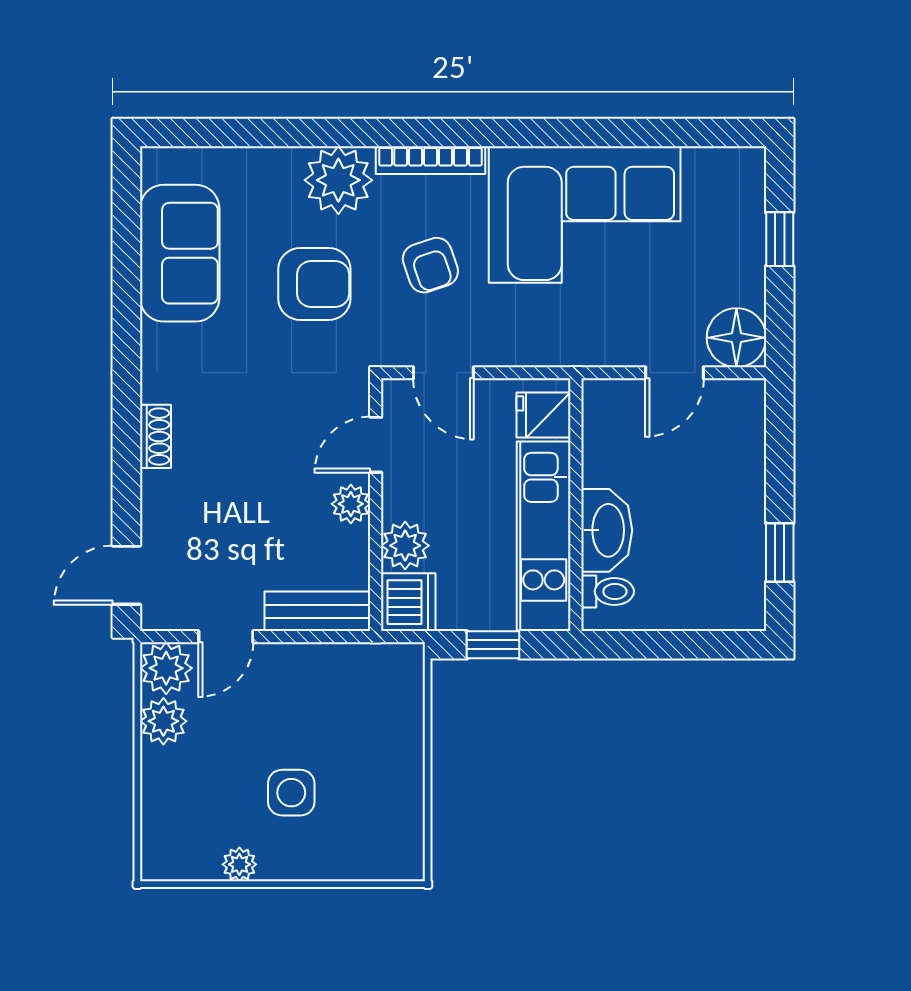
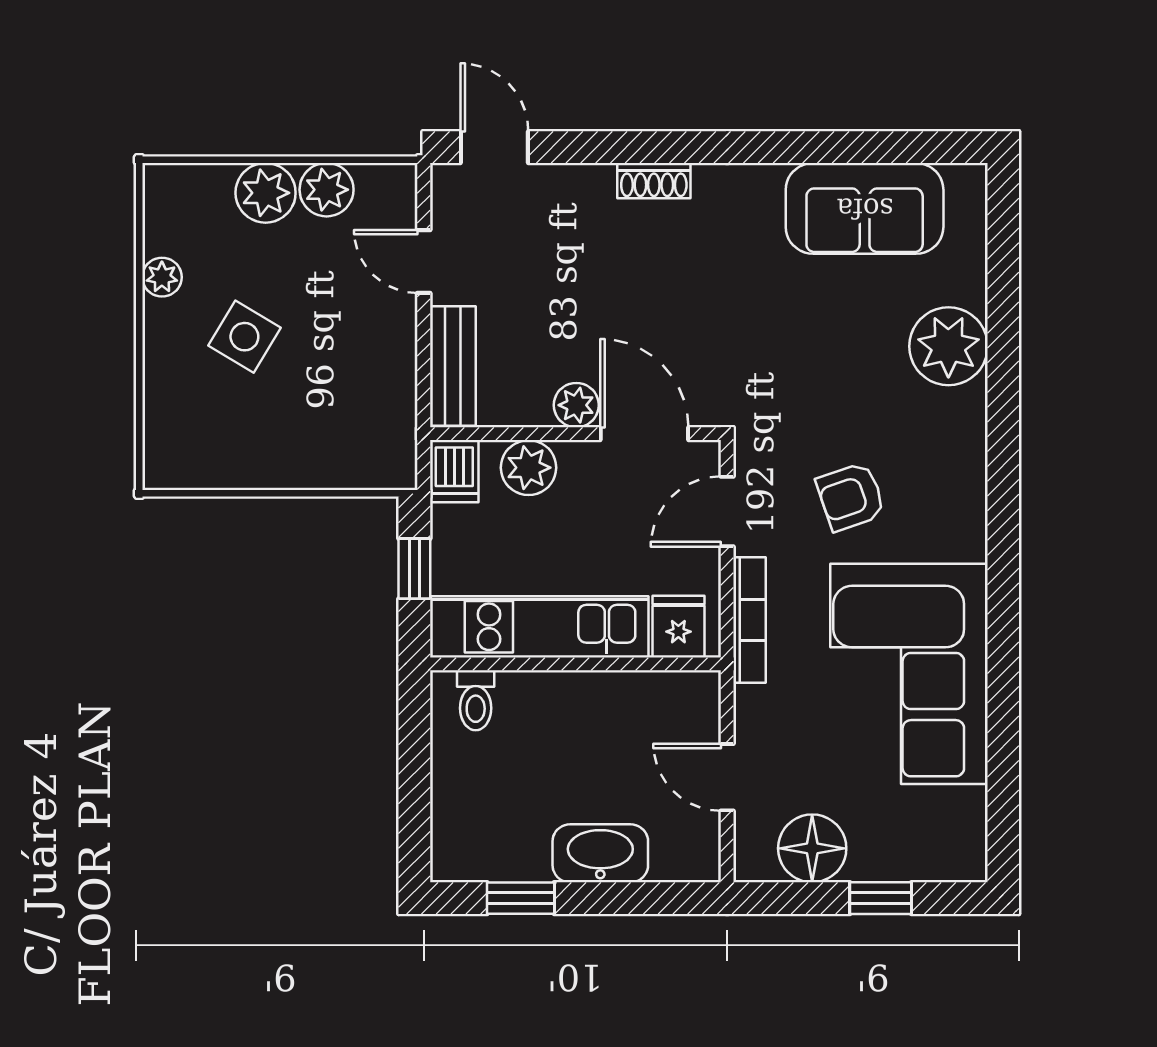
bookcase: (431, 160) -> (749, 620), moved, turned 180
plant: (338, 180) -> (948, 346), moved
armchair: (314, 284) -> (829, 363), removed
floor lamp: (736, 338) -> (812, 848), moved
door: (376, 445) -> (644, 434), width x1.38
washbasin: (607, 530) -> (600, 853), moved, turned 180
dishwasher: (408, 602) -> (454, 471), width x0.73
plant: (166, 668) -> (266, 193), moved
side table: (291, 793) -> (244, 337), turned 31

